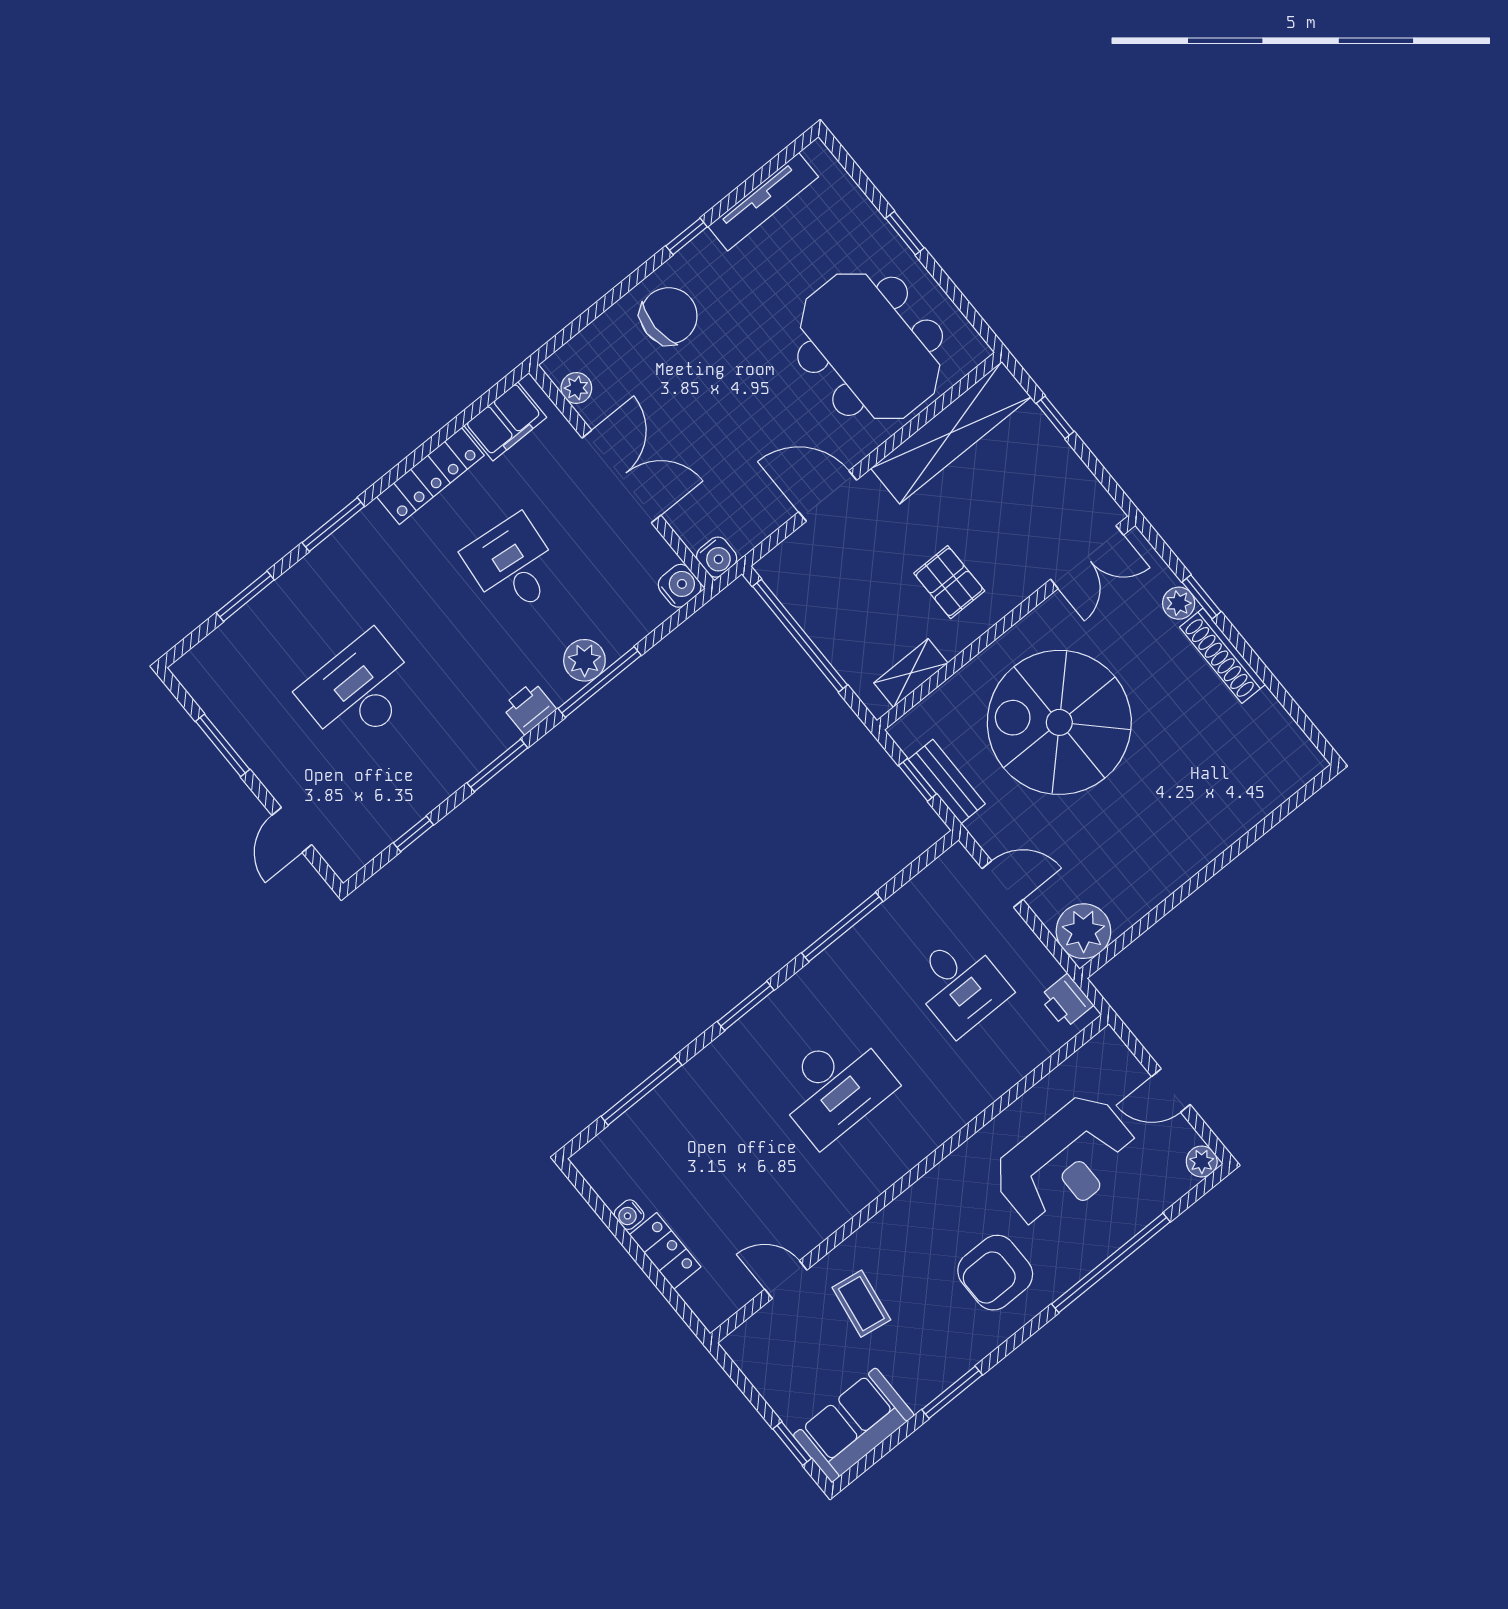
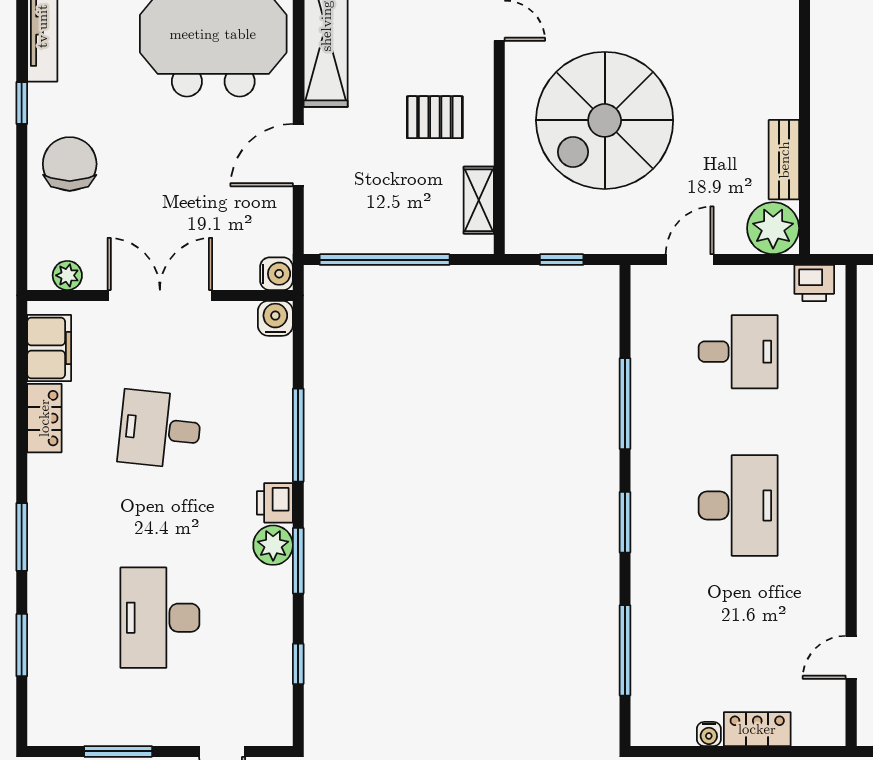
locker: (430, 476) -> (44, 418), width x0.66
plant: (584, 660) -> (273, 545), moved
bench: (947, 782) -> (784, 160), moved, turned 90

